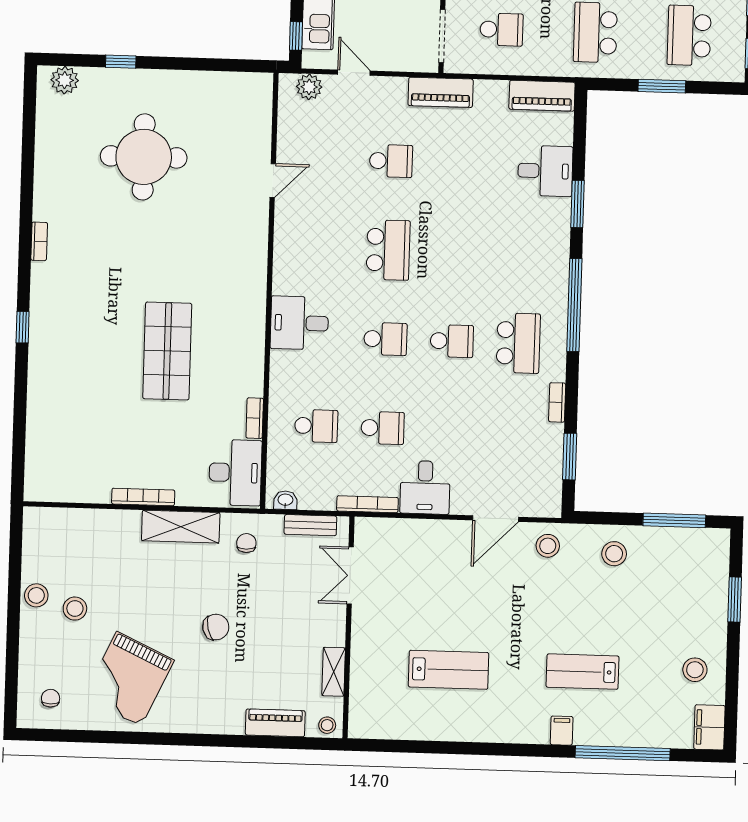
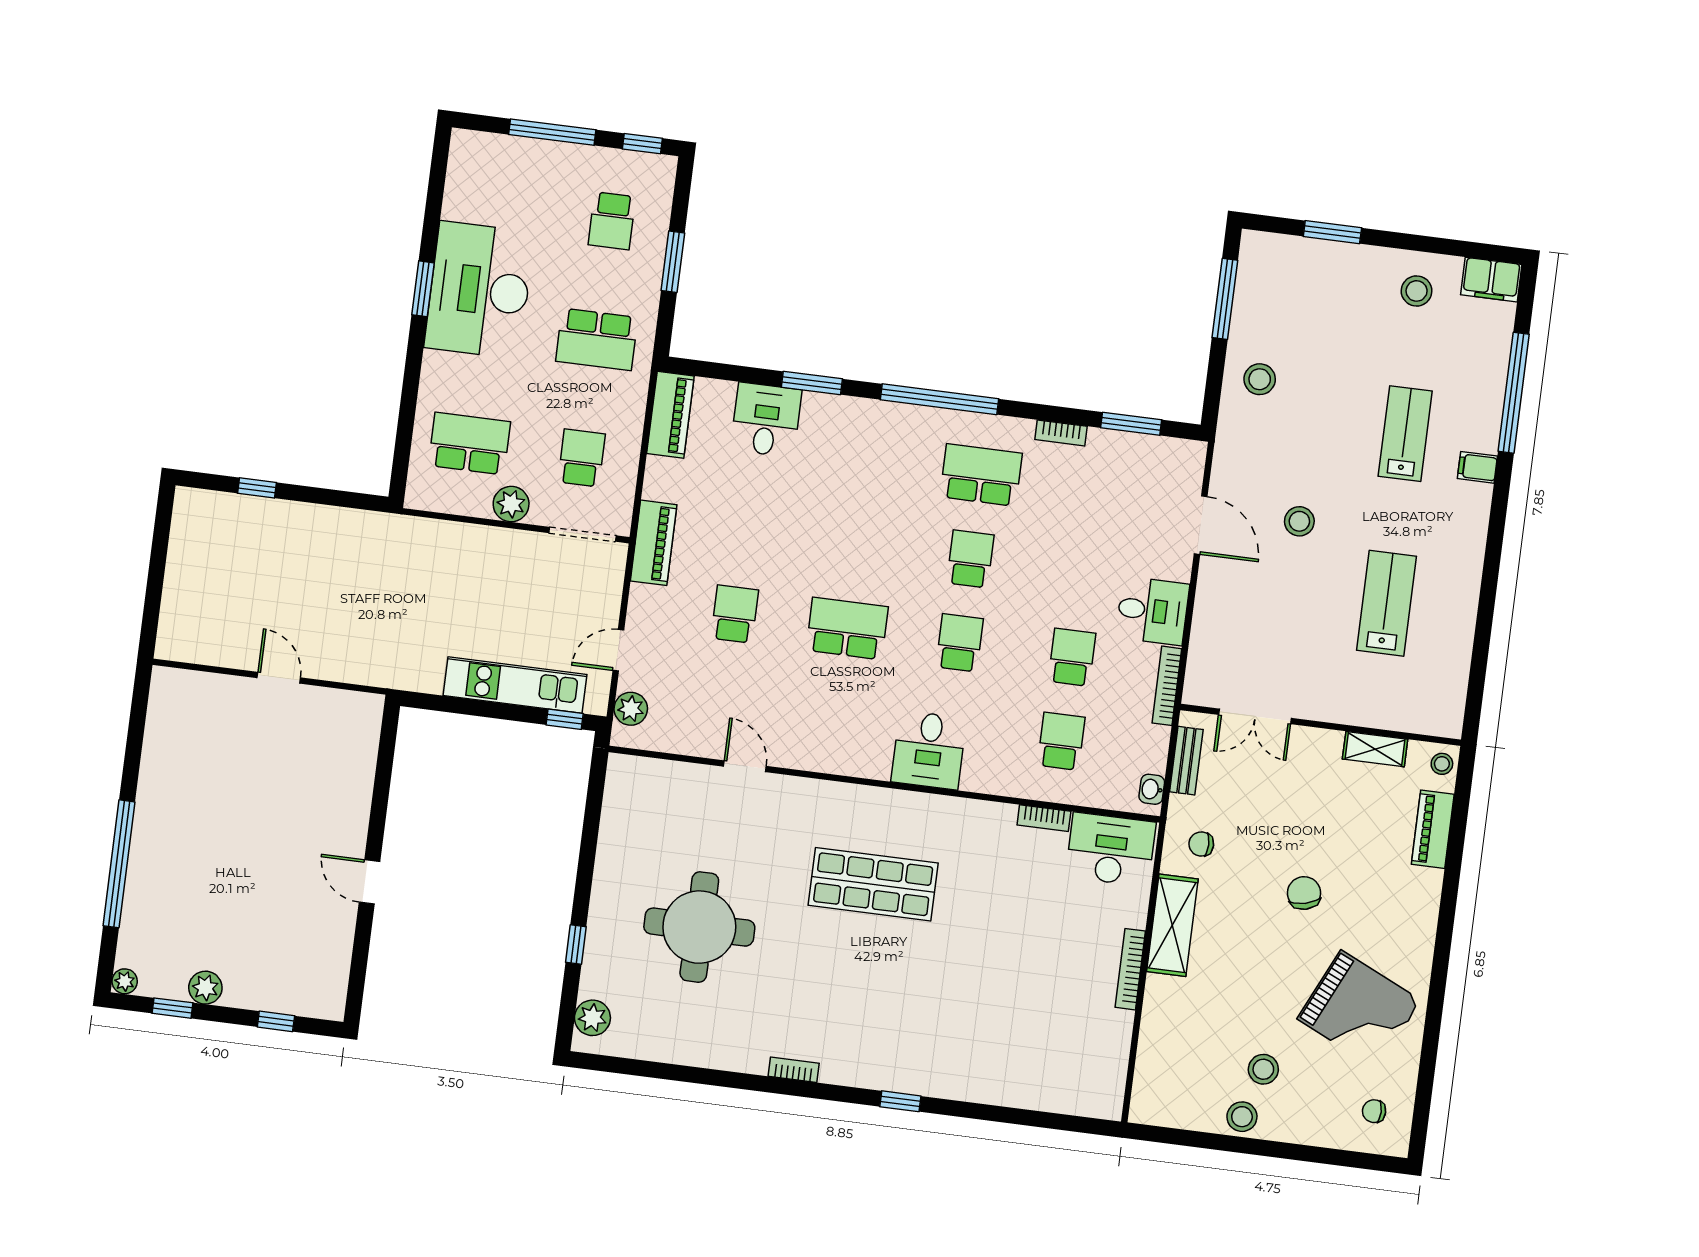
school desk: (689, 35) -> (612, 221), width x0.54
shop shelf: (167, 351) -> (873, 884), moved
stool: (548, 546) -> (1299, 521), moved
lab bench: (583, 672) -> (1405, 434), turned 180

